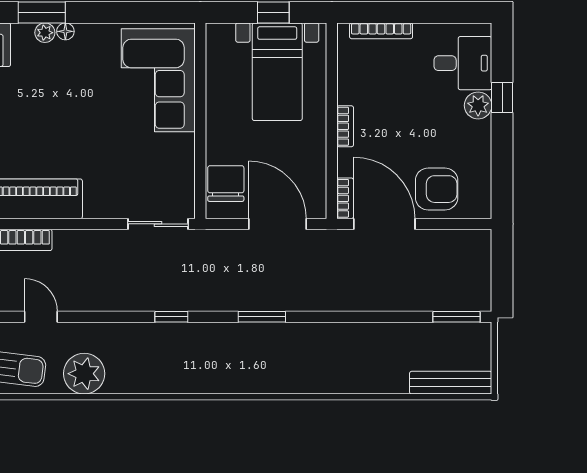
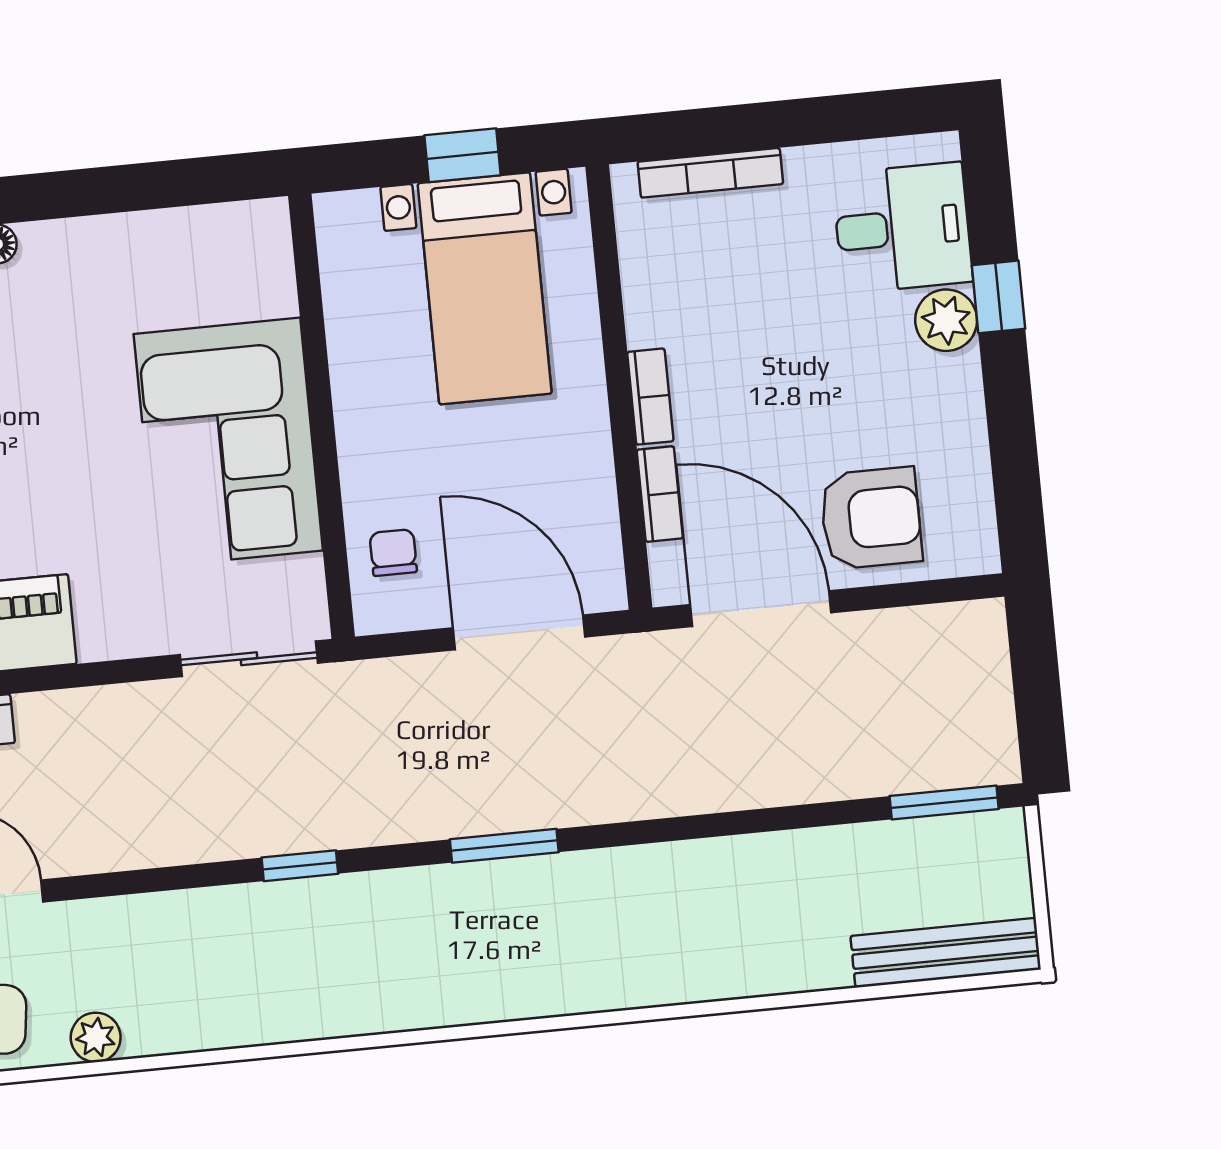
corner sofa: (158, 80) -> (228, 442), moved
chair: (226, 184) -> (393, 553), width x0.54, depth x0.54
bookcase: (345, 198) -> (660, 494), moved
plant: (84, 374) -> (96, 1037), width x0.53, depth x0.53

